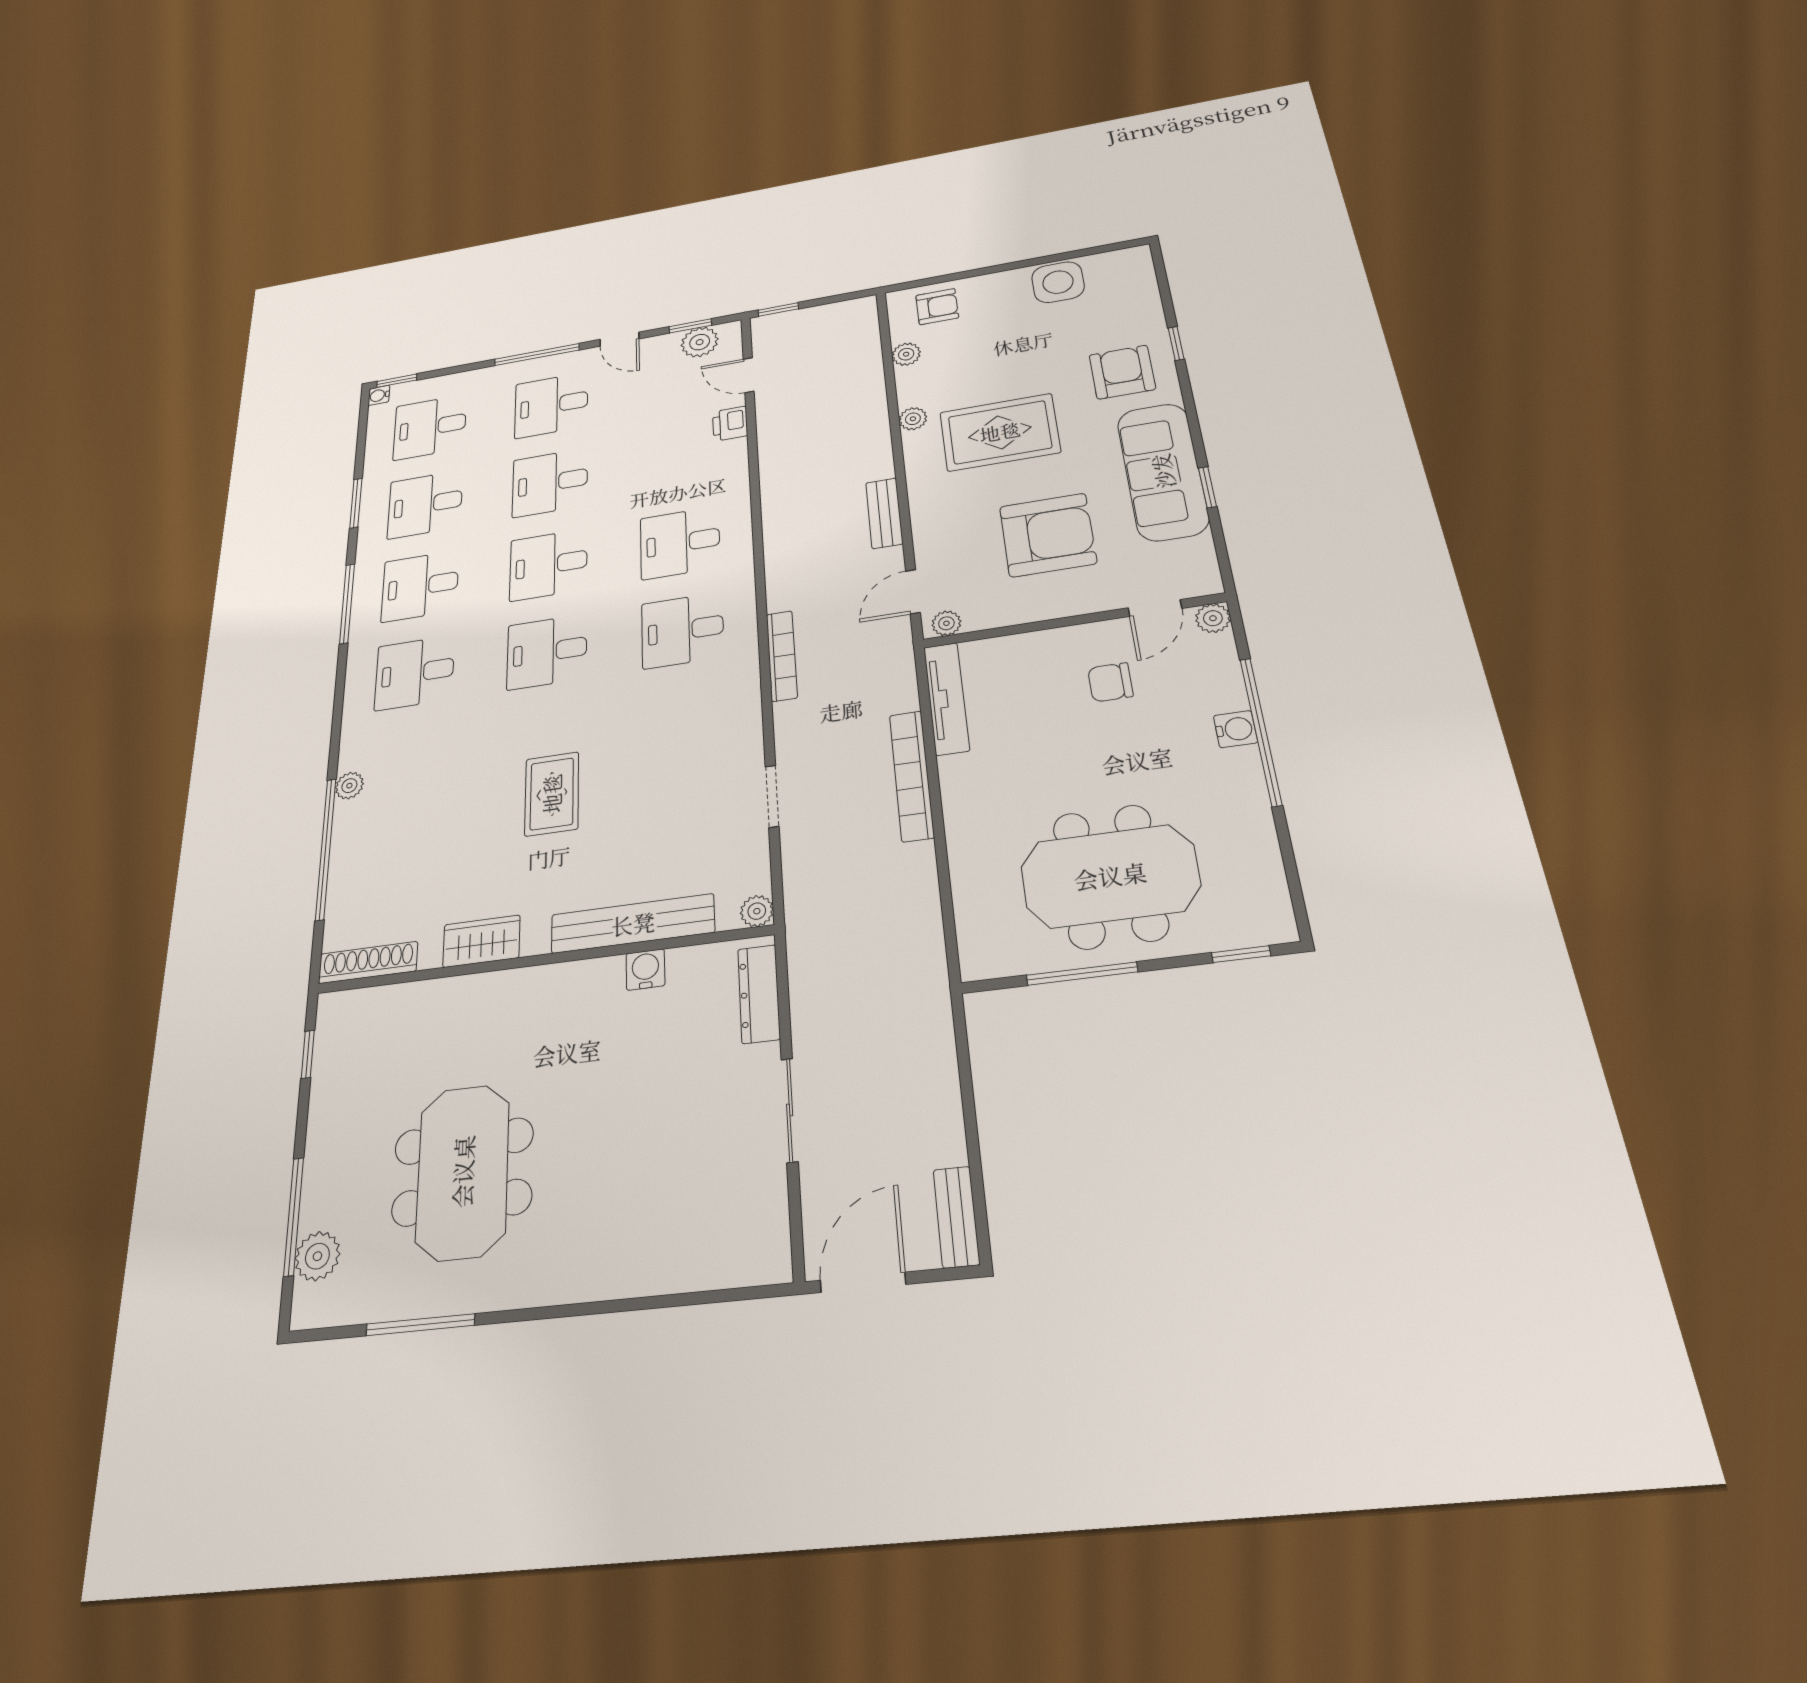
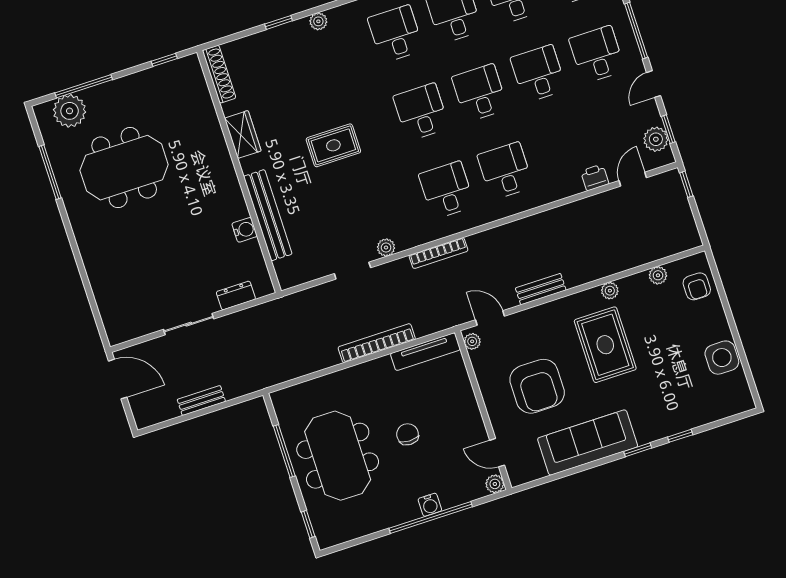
armchair: (1122, 372) -> (656, 408), removed
window: (1207, 487) -> (638, 450), moved
chair: (1110, 682) -> (408, 434), moved
window: (326, 848) -> (279, 22), width x0.32
plant: (757, 911) -> (386, 248), moved
dresser: (759, 994) -> (236, 296), width x0.70
bench: (956, 1217) -> (201, 400), moved
plant: (317, 1256) -> (70, 111), width x1.36, depth x1.36

